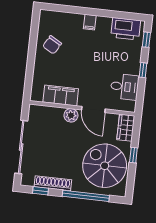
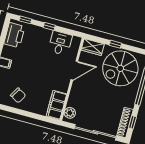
filing cabinet: (61, 95) -> (56, 105), moved
plant: (71, 115) -> (70, 113), moved
shoe rack: (53, 183) -> (125, 122), moved

